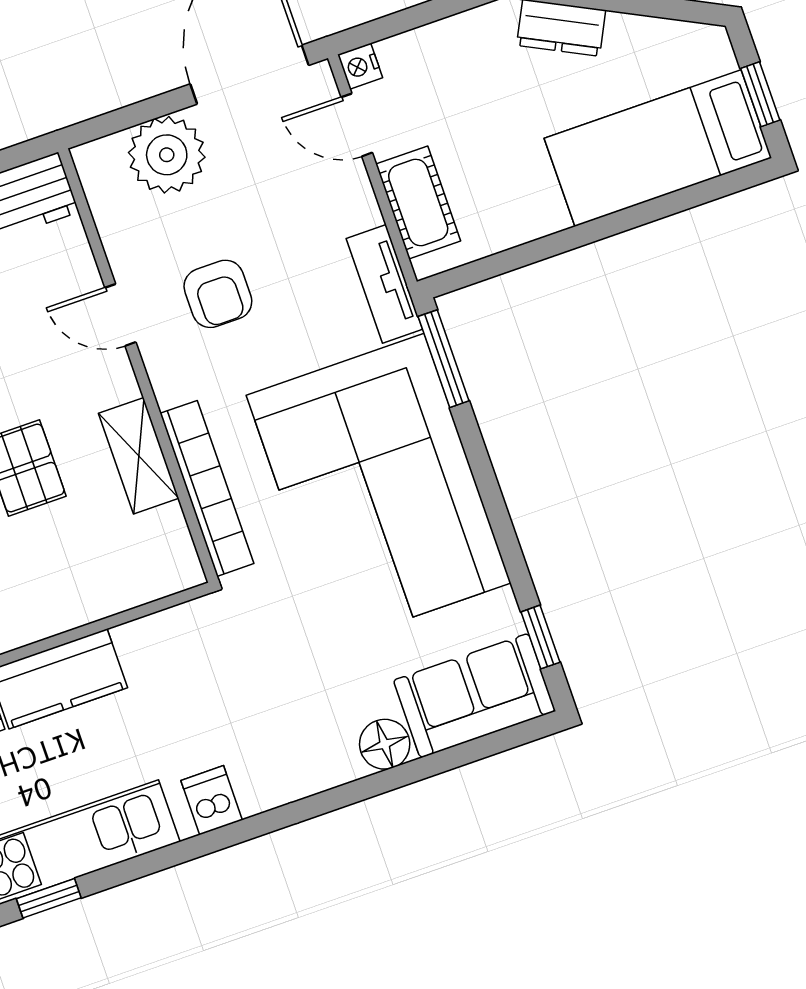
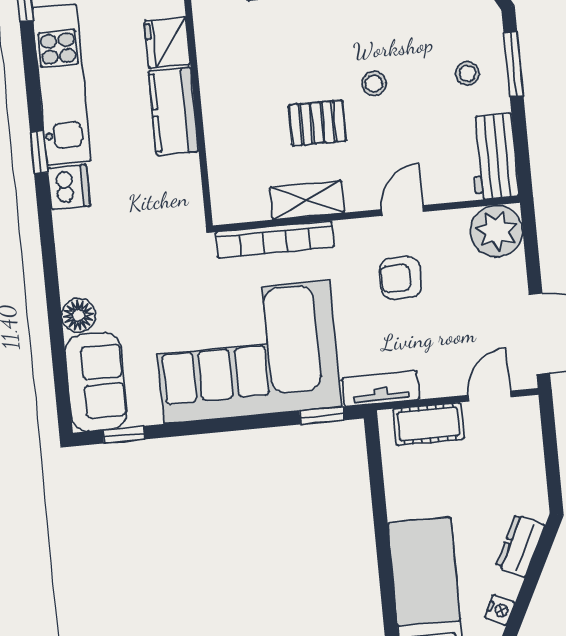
nightstand: (360, 66) -> (500, 610), moved, turned 117
plant: (167, 155) -> (497, 231), moved
window: (444, 359) -> (322, 416), width x0.67
dishwasher: (212, 800) -> (69, 187), width x1.38
window: (49, 898) -> (39, 152), moved

